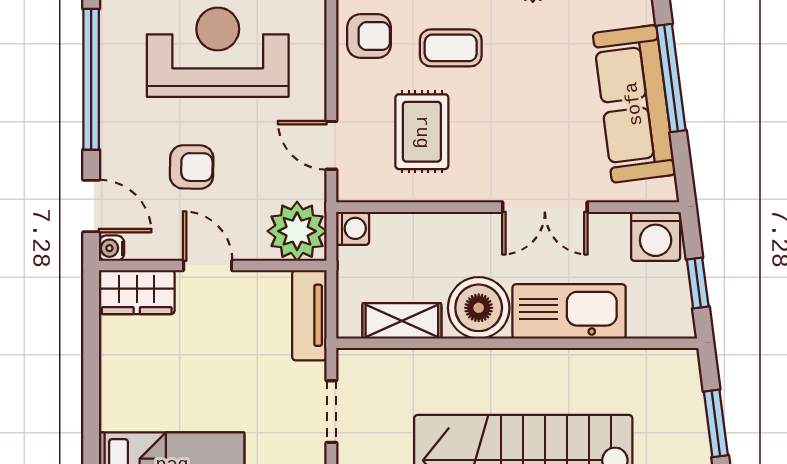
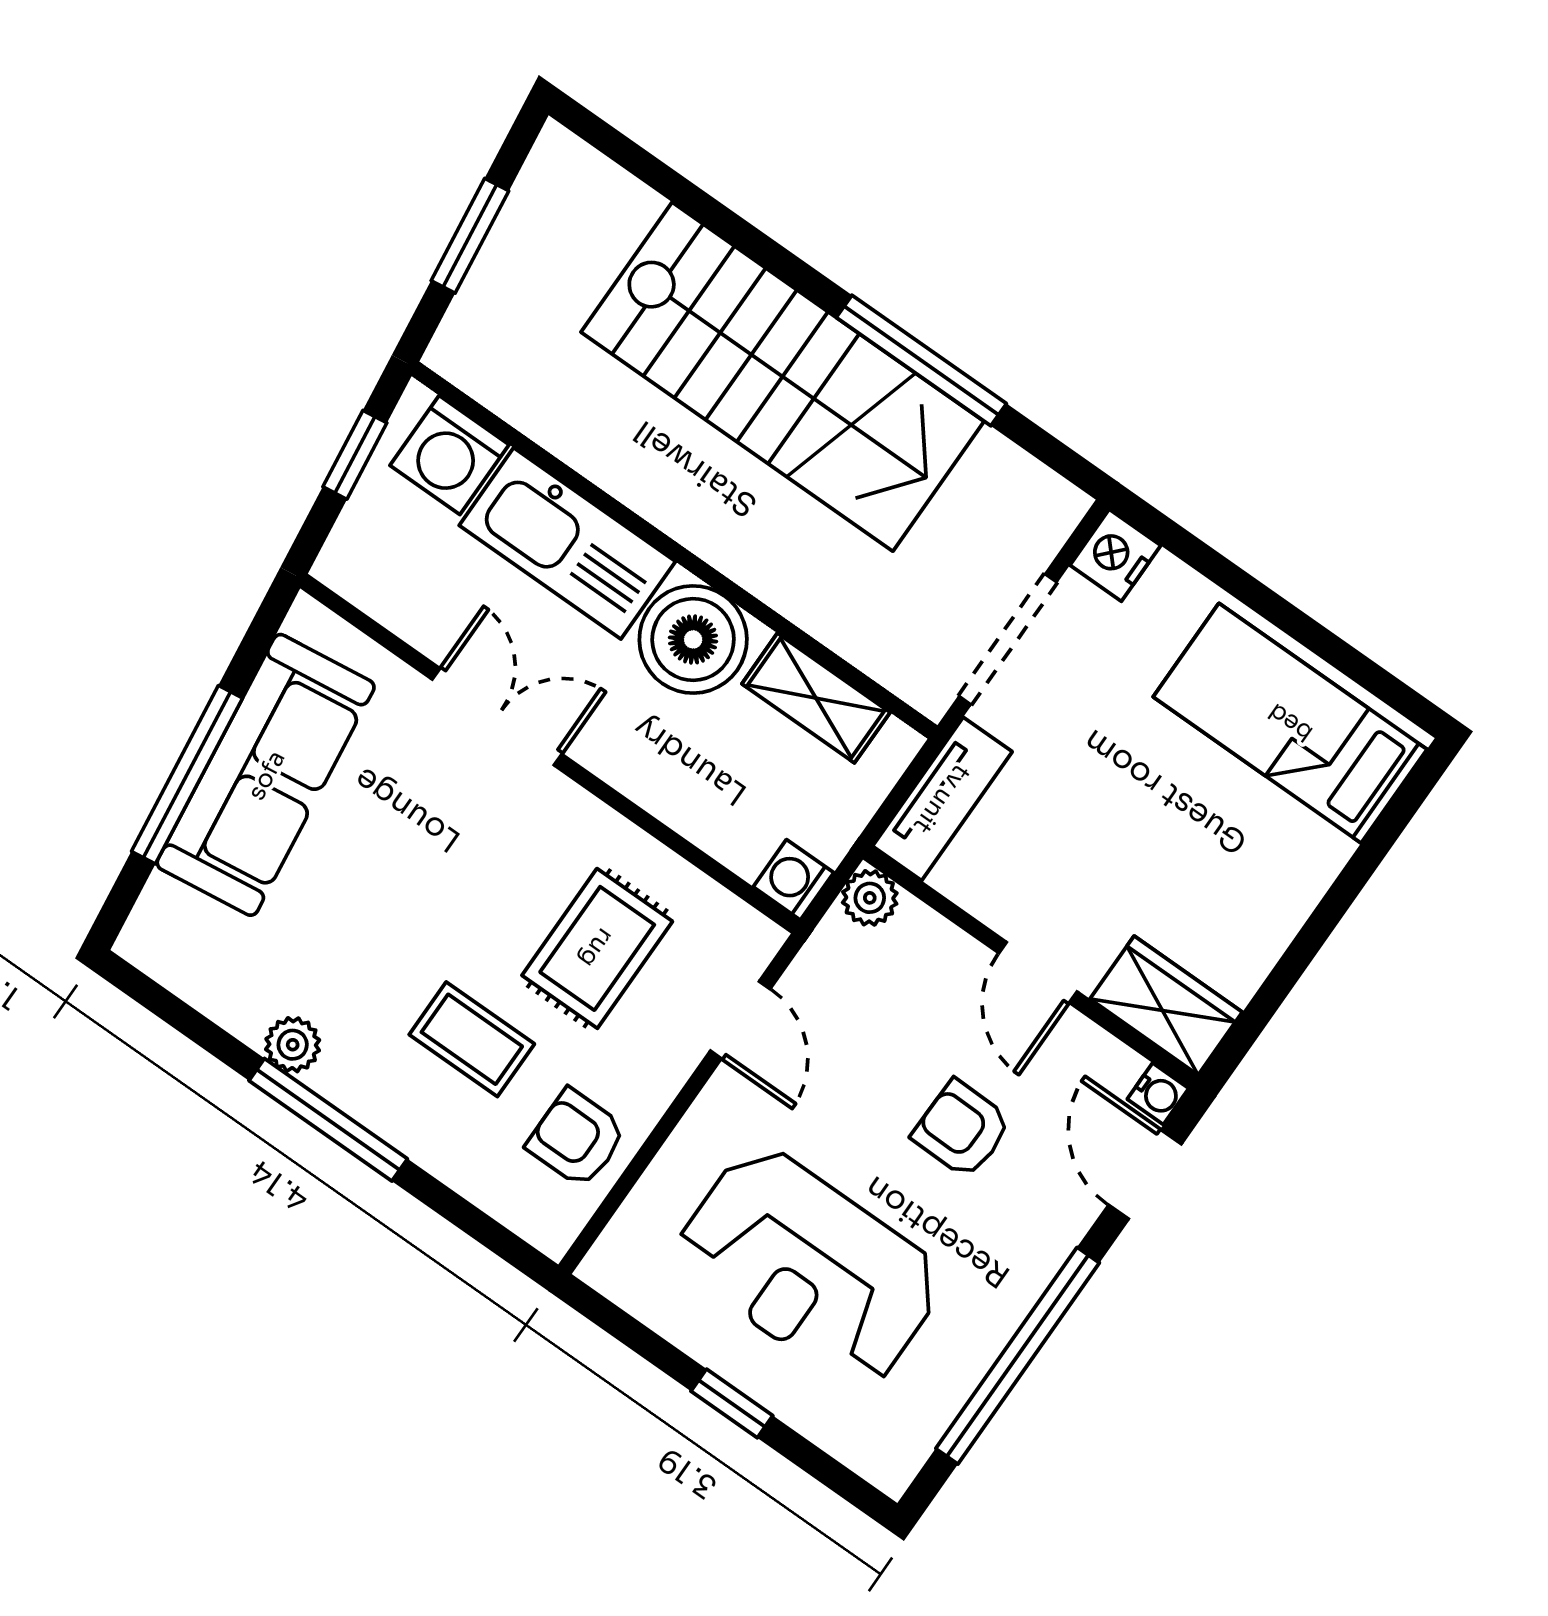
plant: (297, 231) -> (870, 898), width x0.53, depth x0.53
washing machine: (656, 236) -> (450, 455), moved, turned 180
doorway: (331, 412) -> (1008, 639), width x1.38

